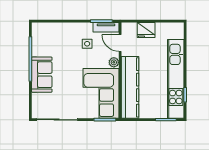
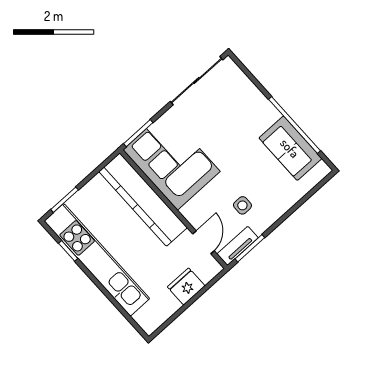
door: (120, 43) -> (203, 242), hinge flipped
plant: (114, 62) -> (190, 212), removed
sofa: (42, 75) -> (290, 148), moved

